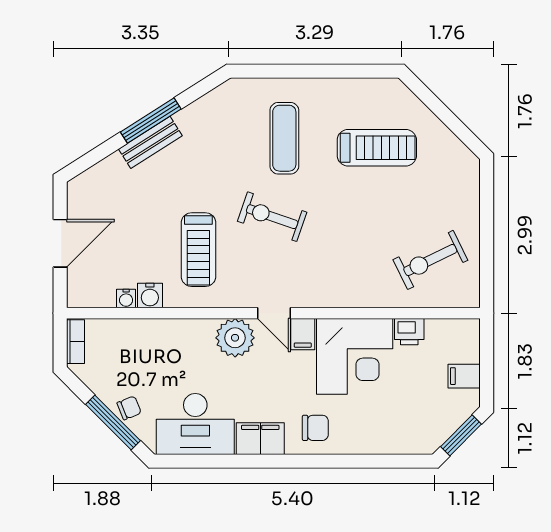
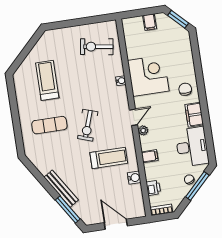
window: (151, 121) -> (68, 210), moved
bench: (150, 142) -> (61, 189), width x1.36
exercise bike: (430, 260) -> (97, 47), turned 125
water cooler: (126, 299) -> (121, 81), moved
printer: (409, 332) -> (153, 188), moved
filing cabinet: (303, 334) -> (150, 156), moved
plant: (235, 338) -> (143, 130), width x0.53, depth x0.53

